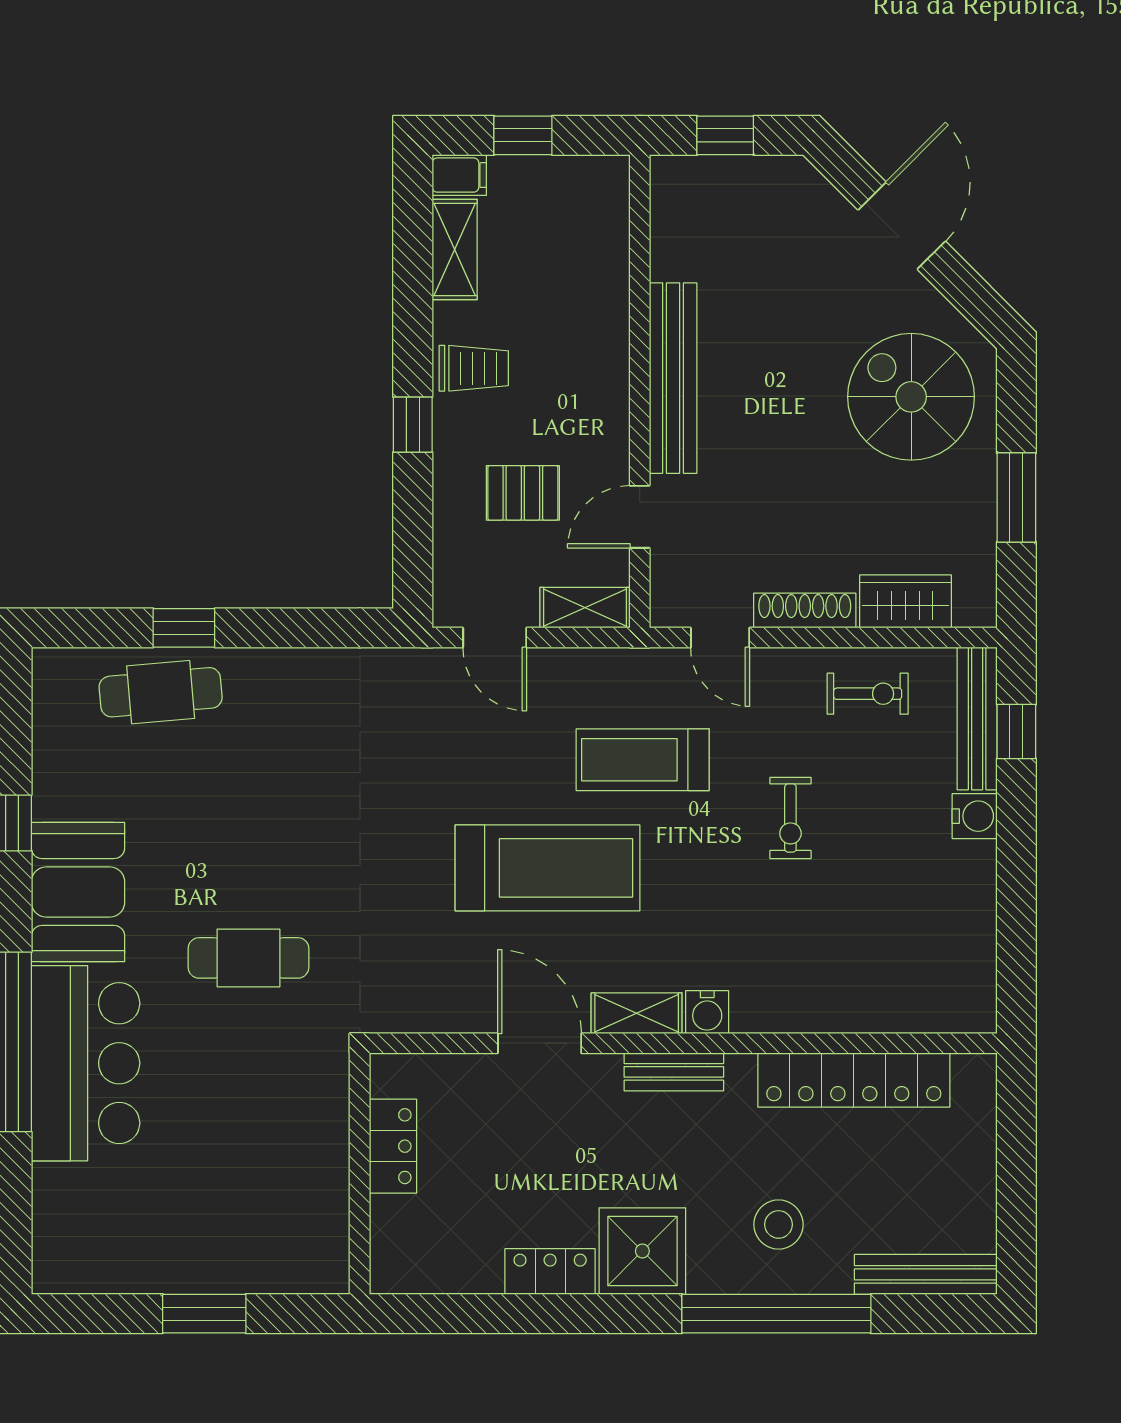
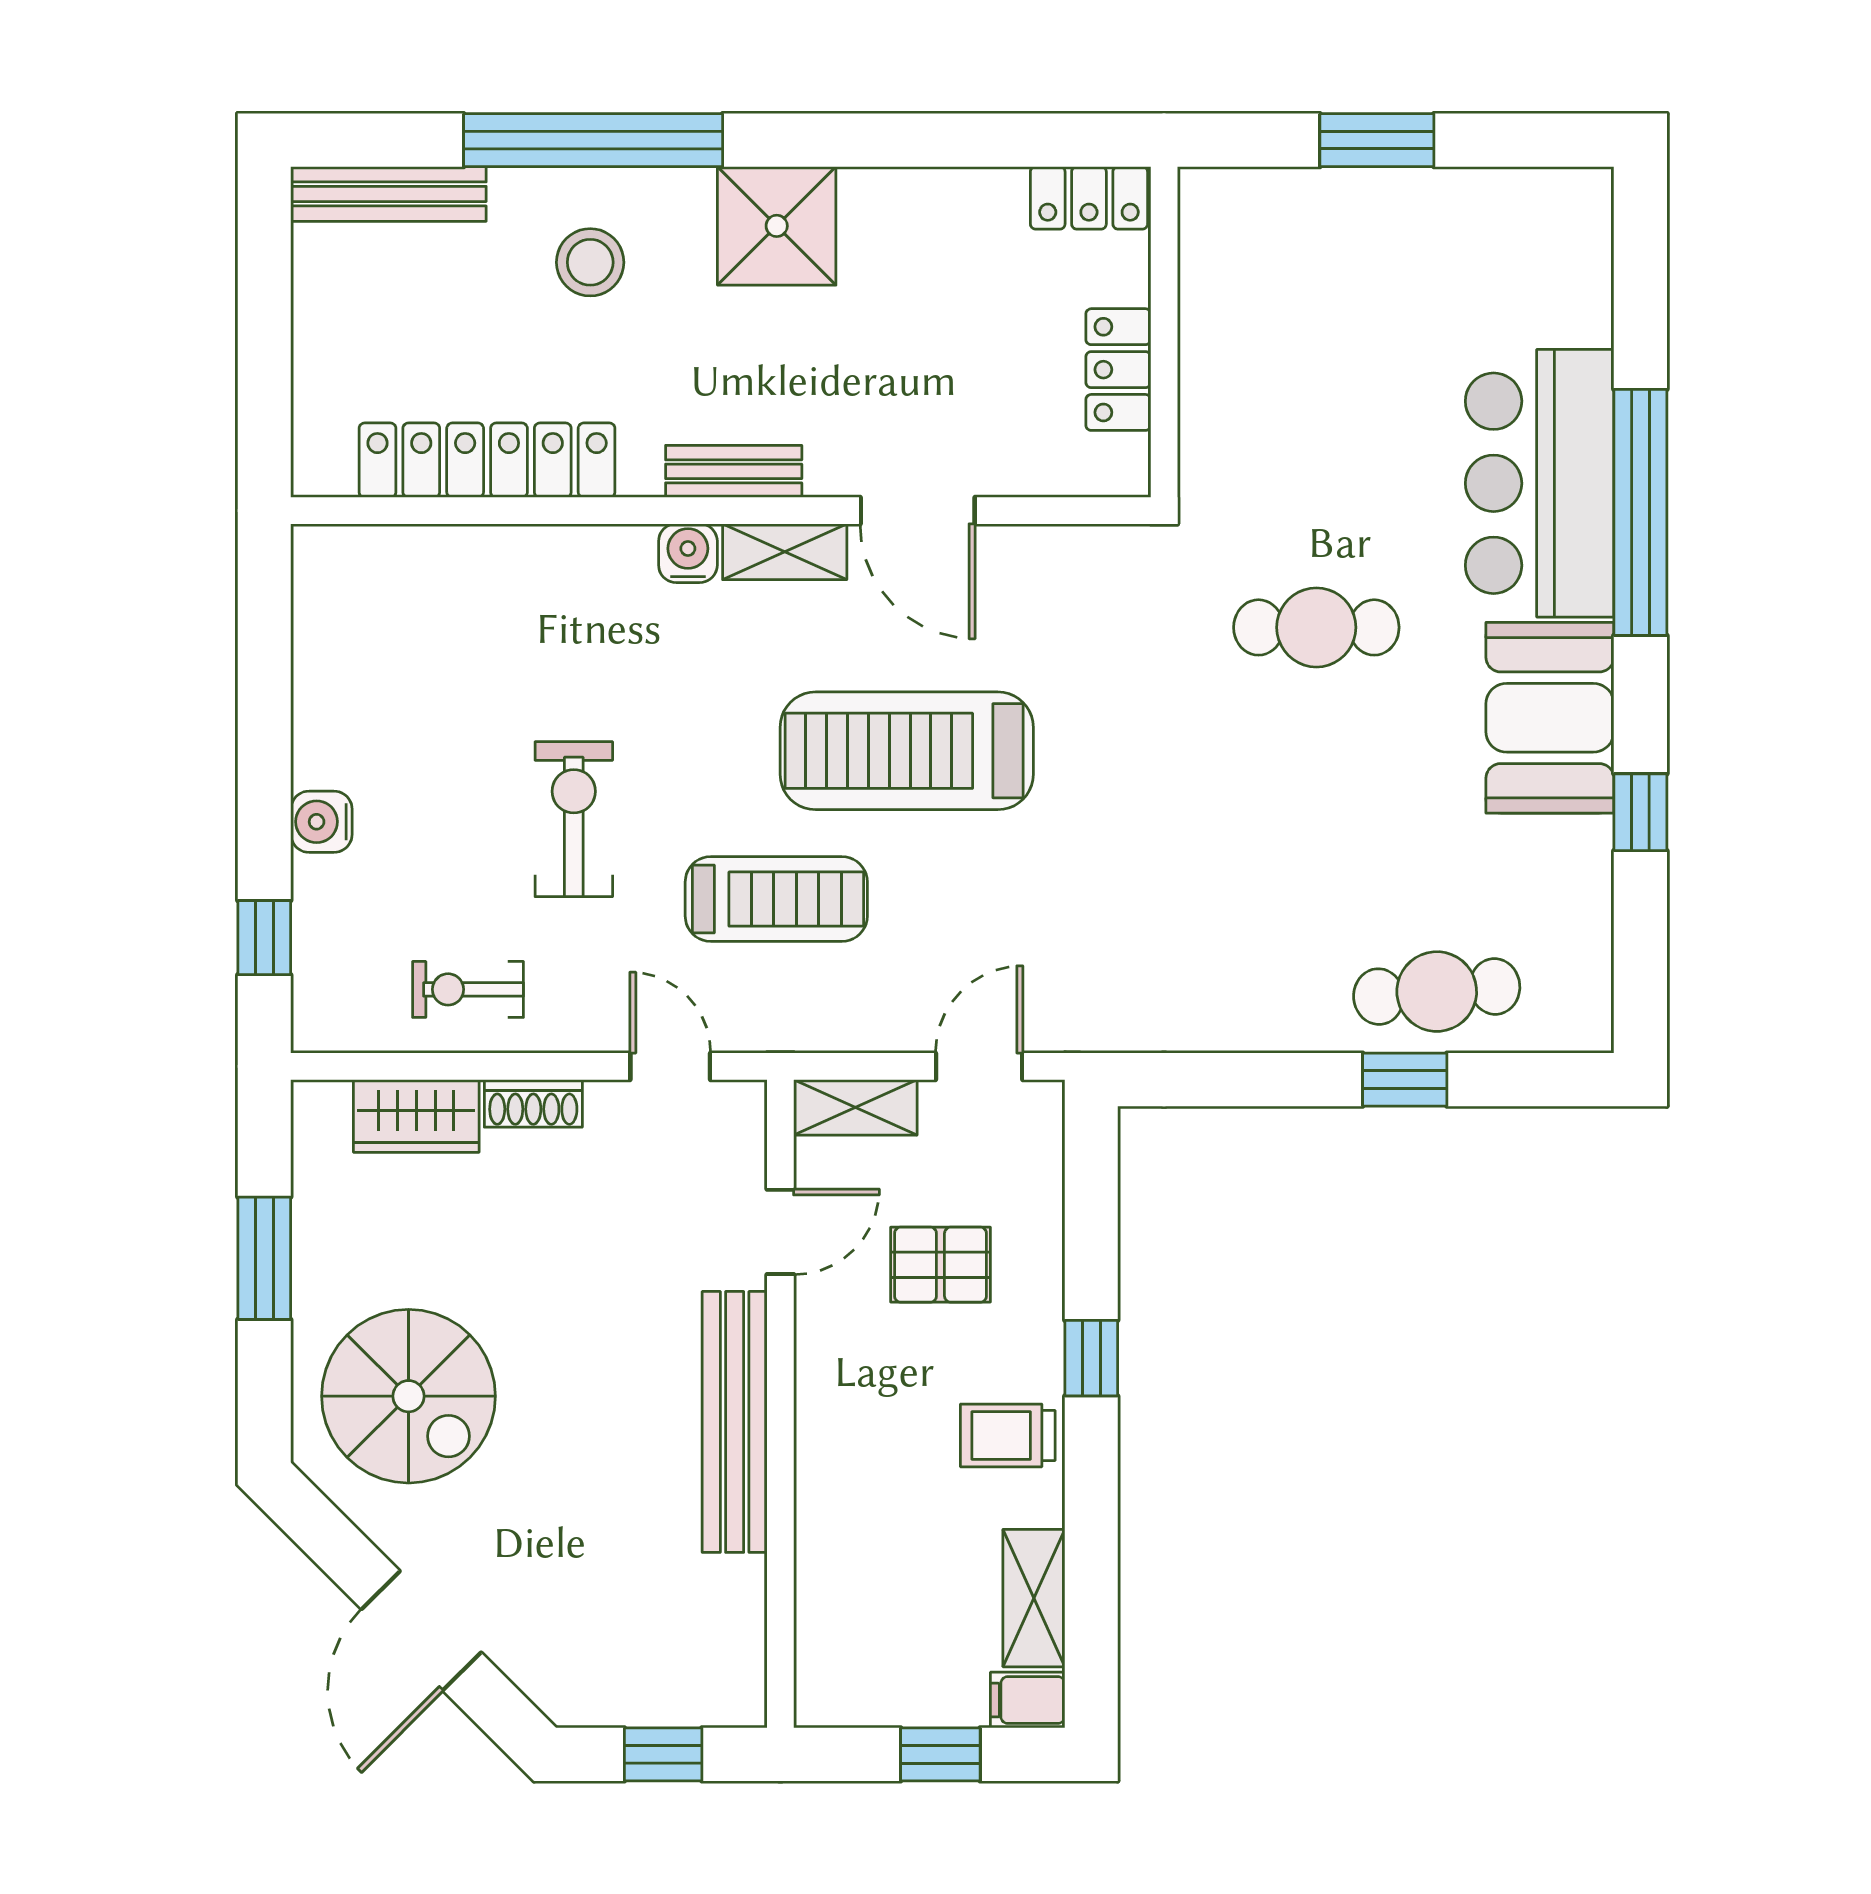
shoe rack: (805, 611) -> (533, 1103), width x0.70
door: (495, 638) -> (979, 1066), hinge flipped
bench: (977, 719) -> (318, 955), removed
exercise bike: (790, 818) -> (574, 819), width x1.38, depth x1.39
locker: (550, 1272) -> (1089, 198), moved

